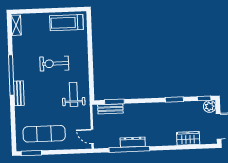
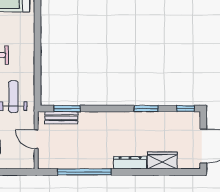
plant: (210, 106) -> (192, 119), removed
door: (92, 136) -> (36, 139), moved
dresser: (133, 142) -> (130, 163), moved

